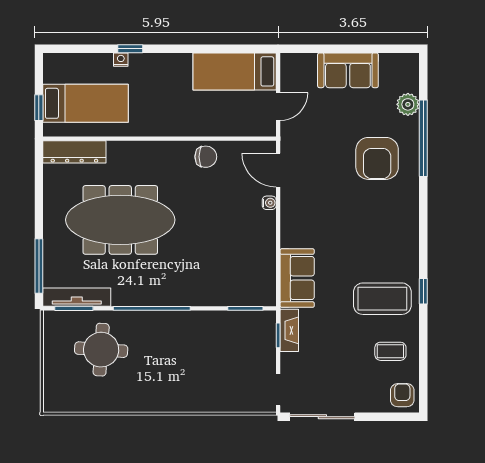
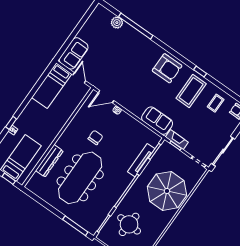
sofa: (348, 70) -> (74, 53), moved
dresser: (74, 152) -> (49, 161), moved
chair: (206, 157) -> (95, 137), moved
armchair: (377, 158) -> (167, 68), moved
tv unit: (77, 297) -> (141, 160), moved
parasol: (197, 372) -> (167, 191), added

